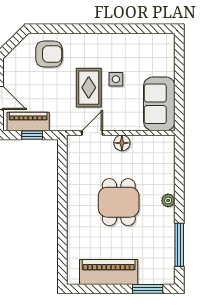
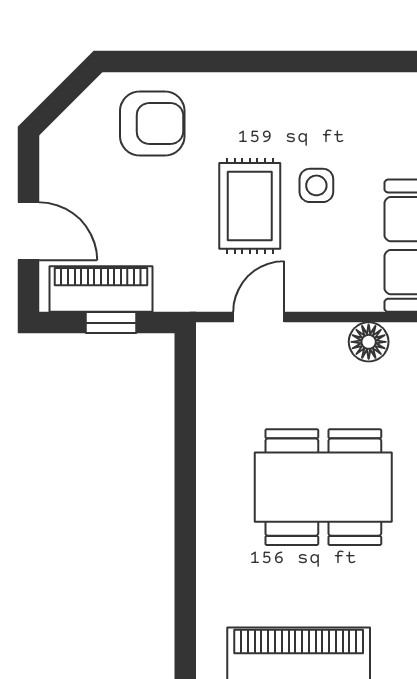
floor lamp: (122, 143) -> (369, 342), moved
dining table: (119, 202) -> (323, 487), width x1.37

